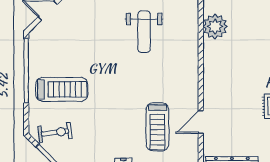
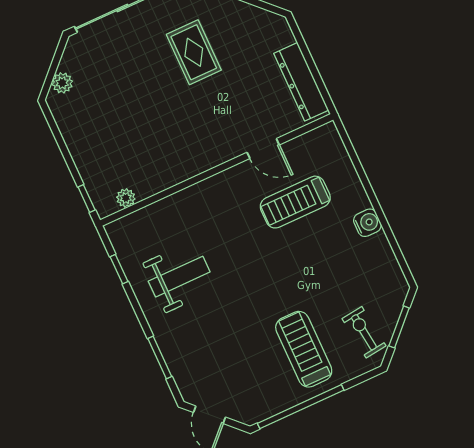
plant: (215, 26) -> (126, 198), width x0.53, depth x0.53
treadmill: (157, 127) -> (295, 202), turned 180

